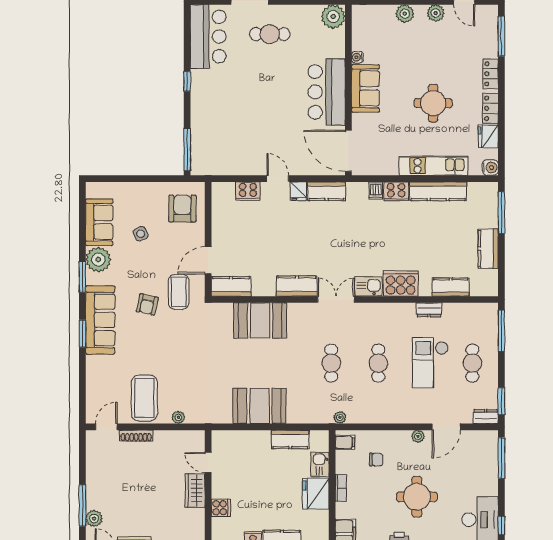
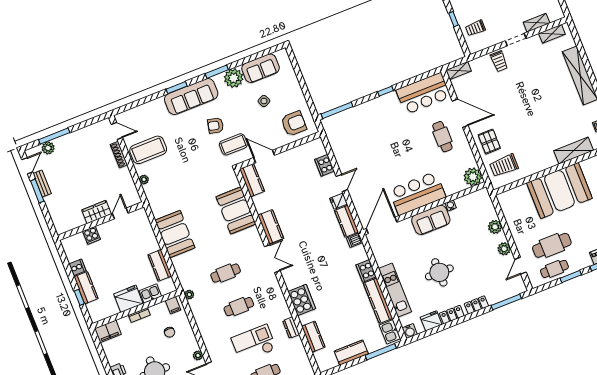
dishwasher: (376, 191) -> (355, 240), moved
kitchen sink: (368, 286) -> (390, 332), moved, turned 180

